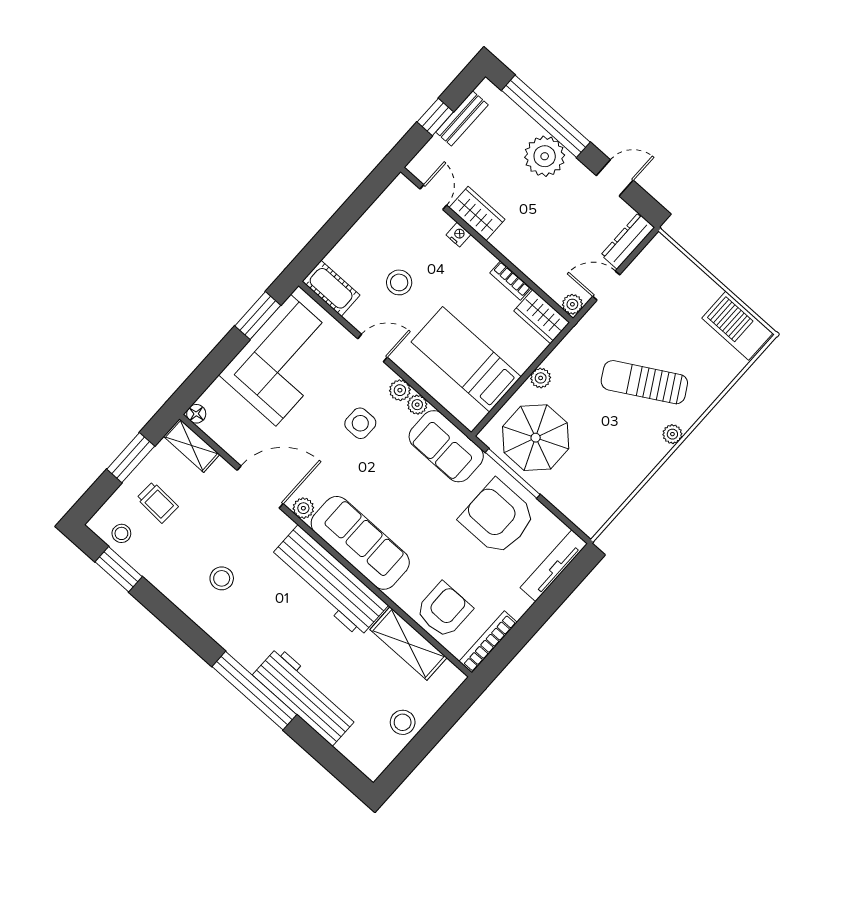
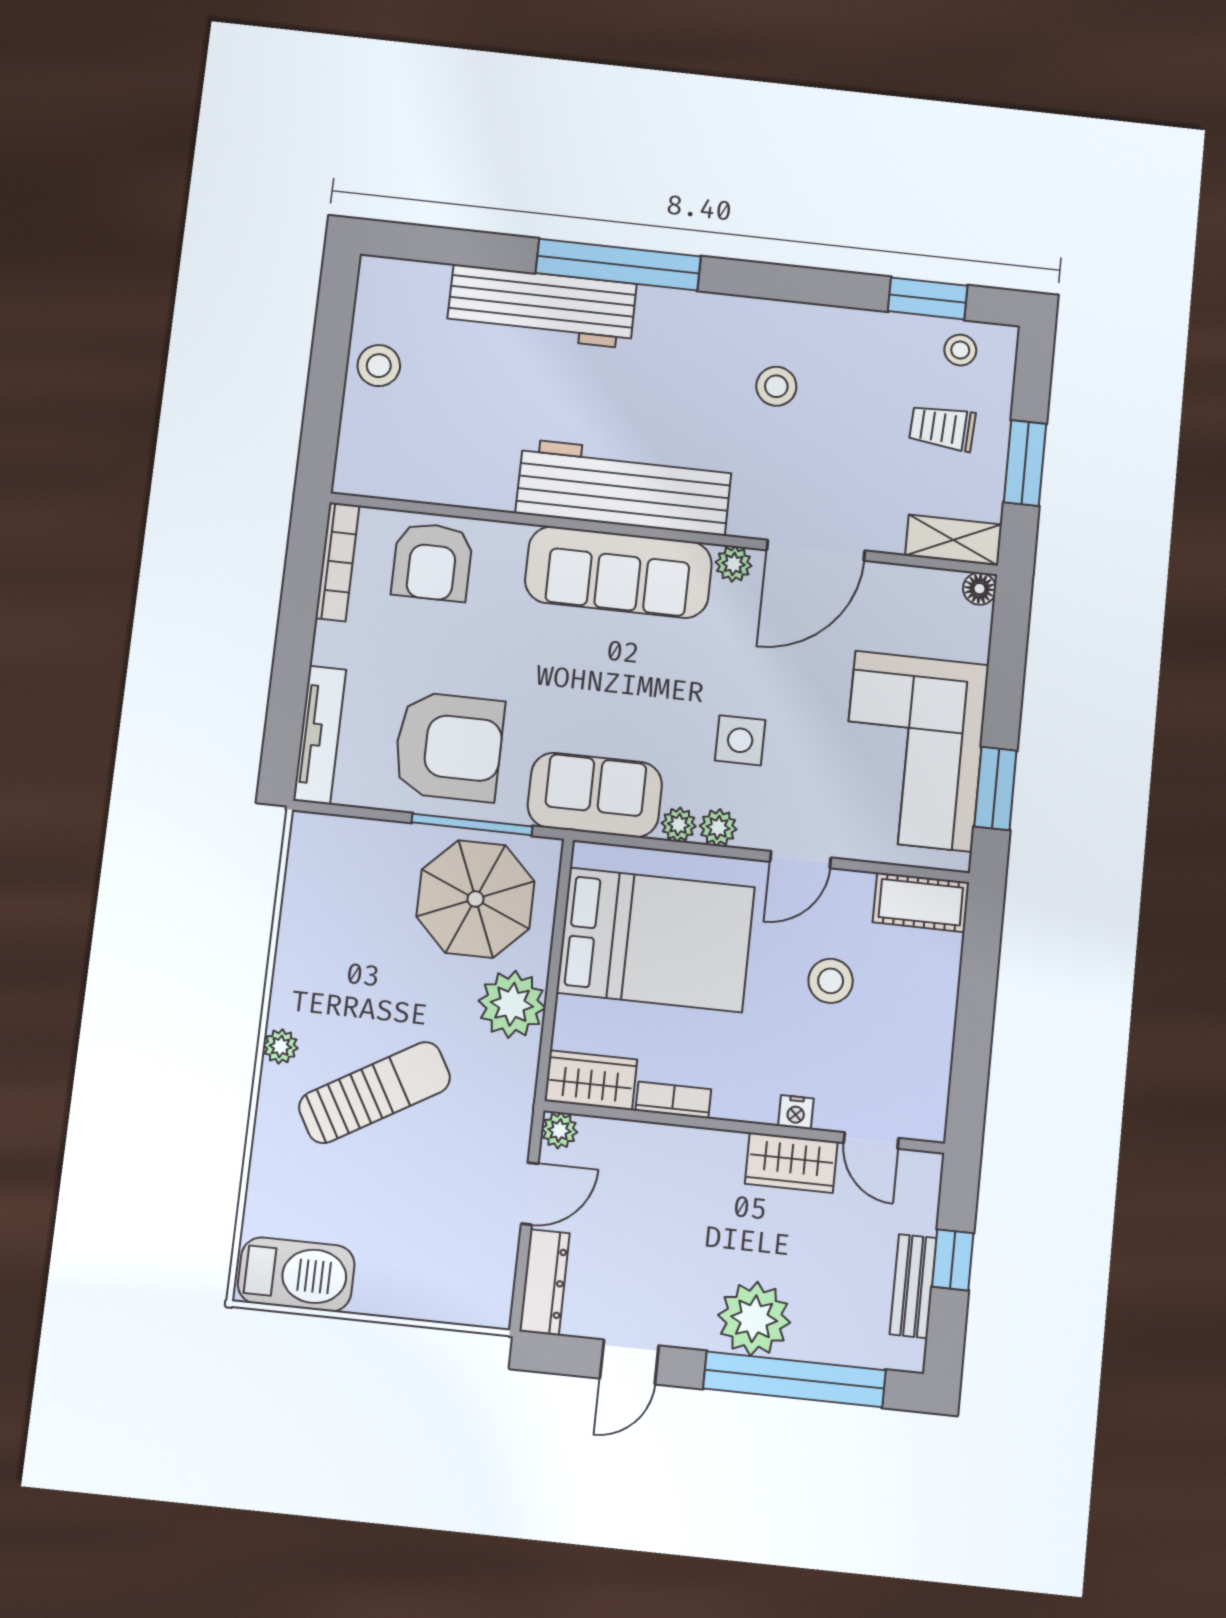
bed: (466, 359) -> (656, 940), width x1.50
plant: (541, 378) -> (512, 1004), width x1.87, depth x1.87
shelving: (408, 644) -> (449, 480), removed

